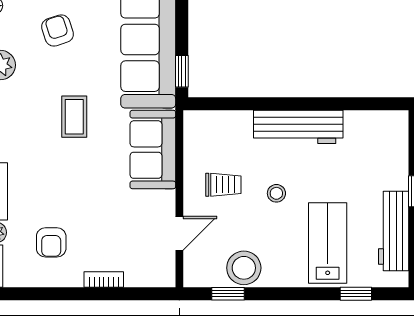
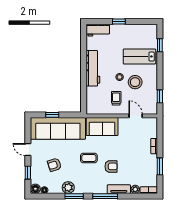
window: (182, 71) -> (52, 115), moved
workbench: (394, 231) -> (98, 30), moved, width x0.73
armchair: (51, 242) -> (111, 166), moved
stool: (244, 268) -> (135, 82), moved
window: (53, 294) -> (160, 166), added

